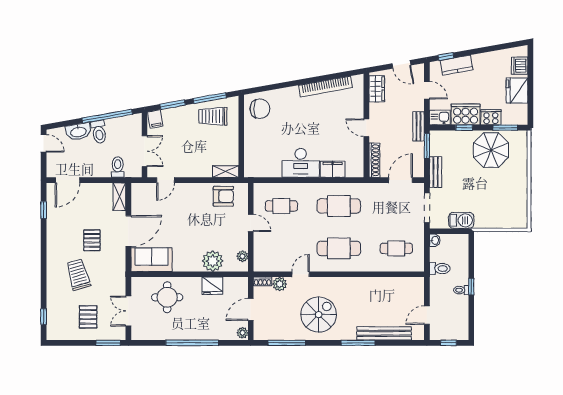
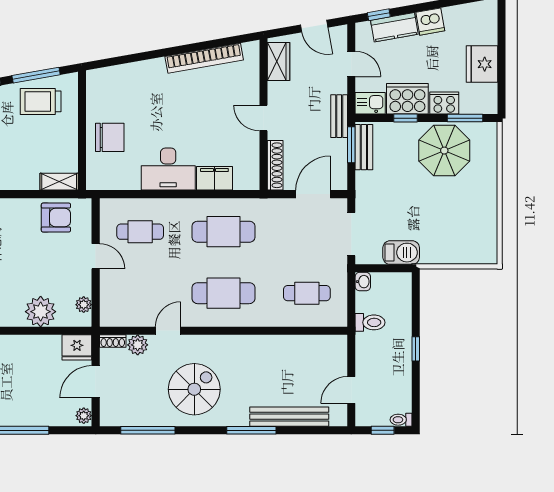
dishwasher: (520, 66) -> (430, 22), moved, turned -100
chair: (260, 109) -> (110, 137), moved
bench: (436, 172) -> (364, 147), moved
fridge: (212, 286) -> (77, 347), moved
toilet: (461, 290) -> (401, 420), moved

